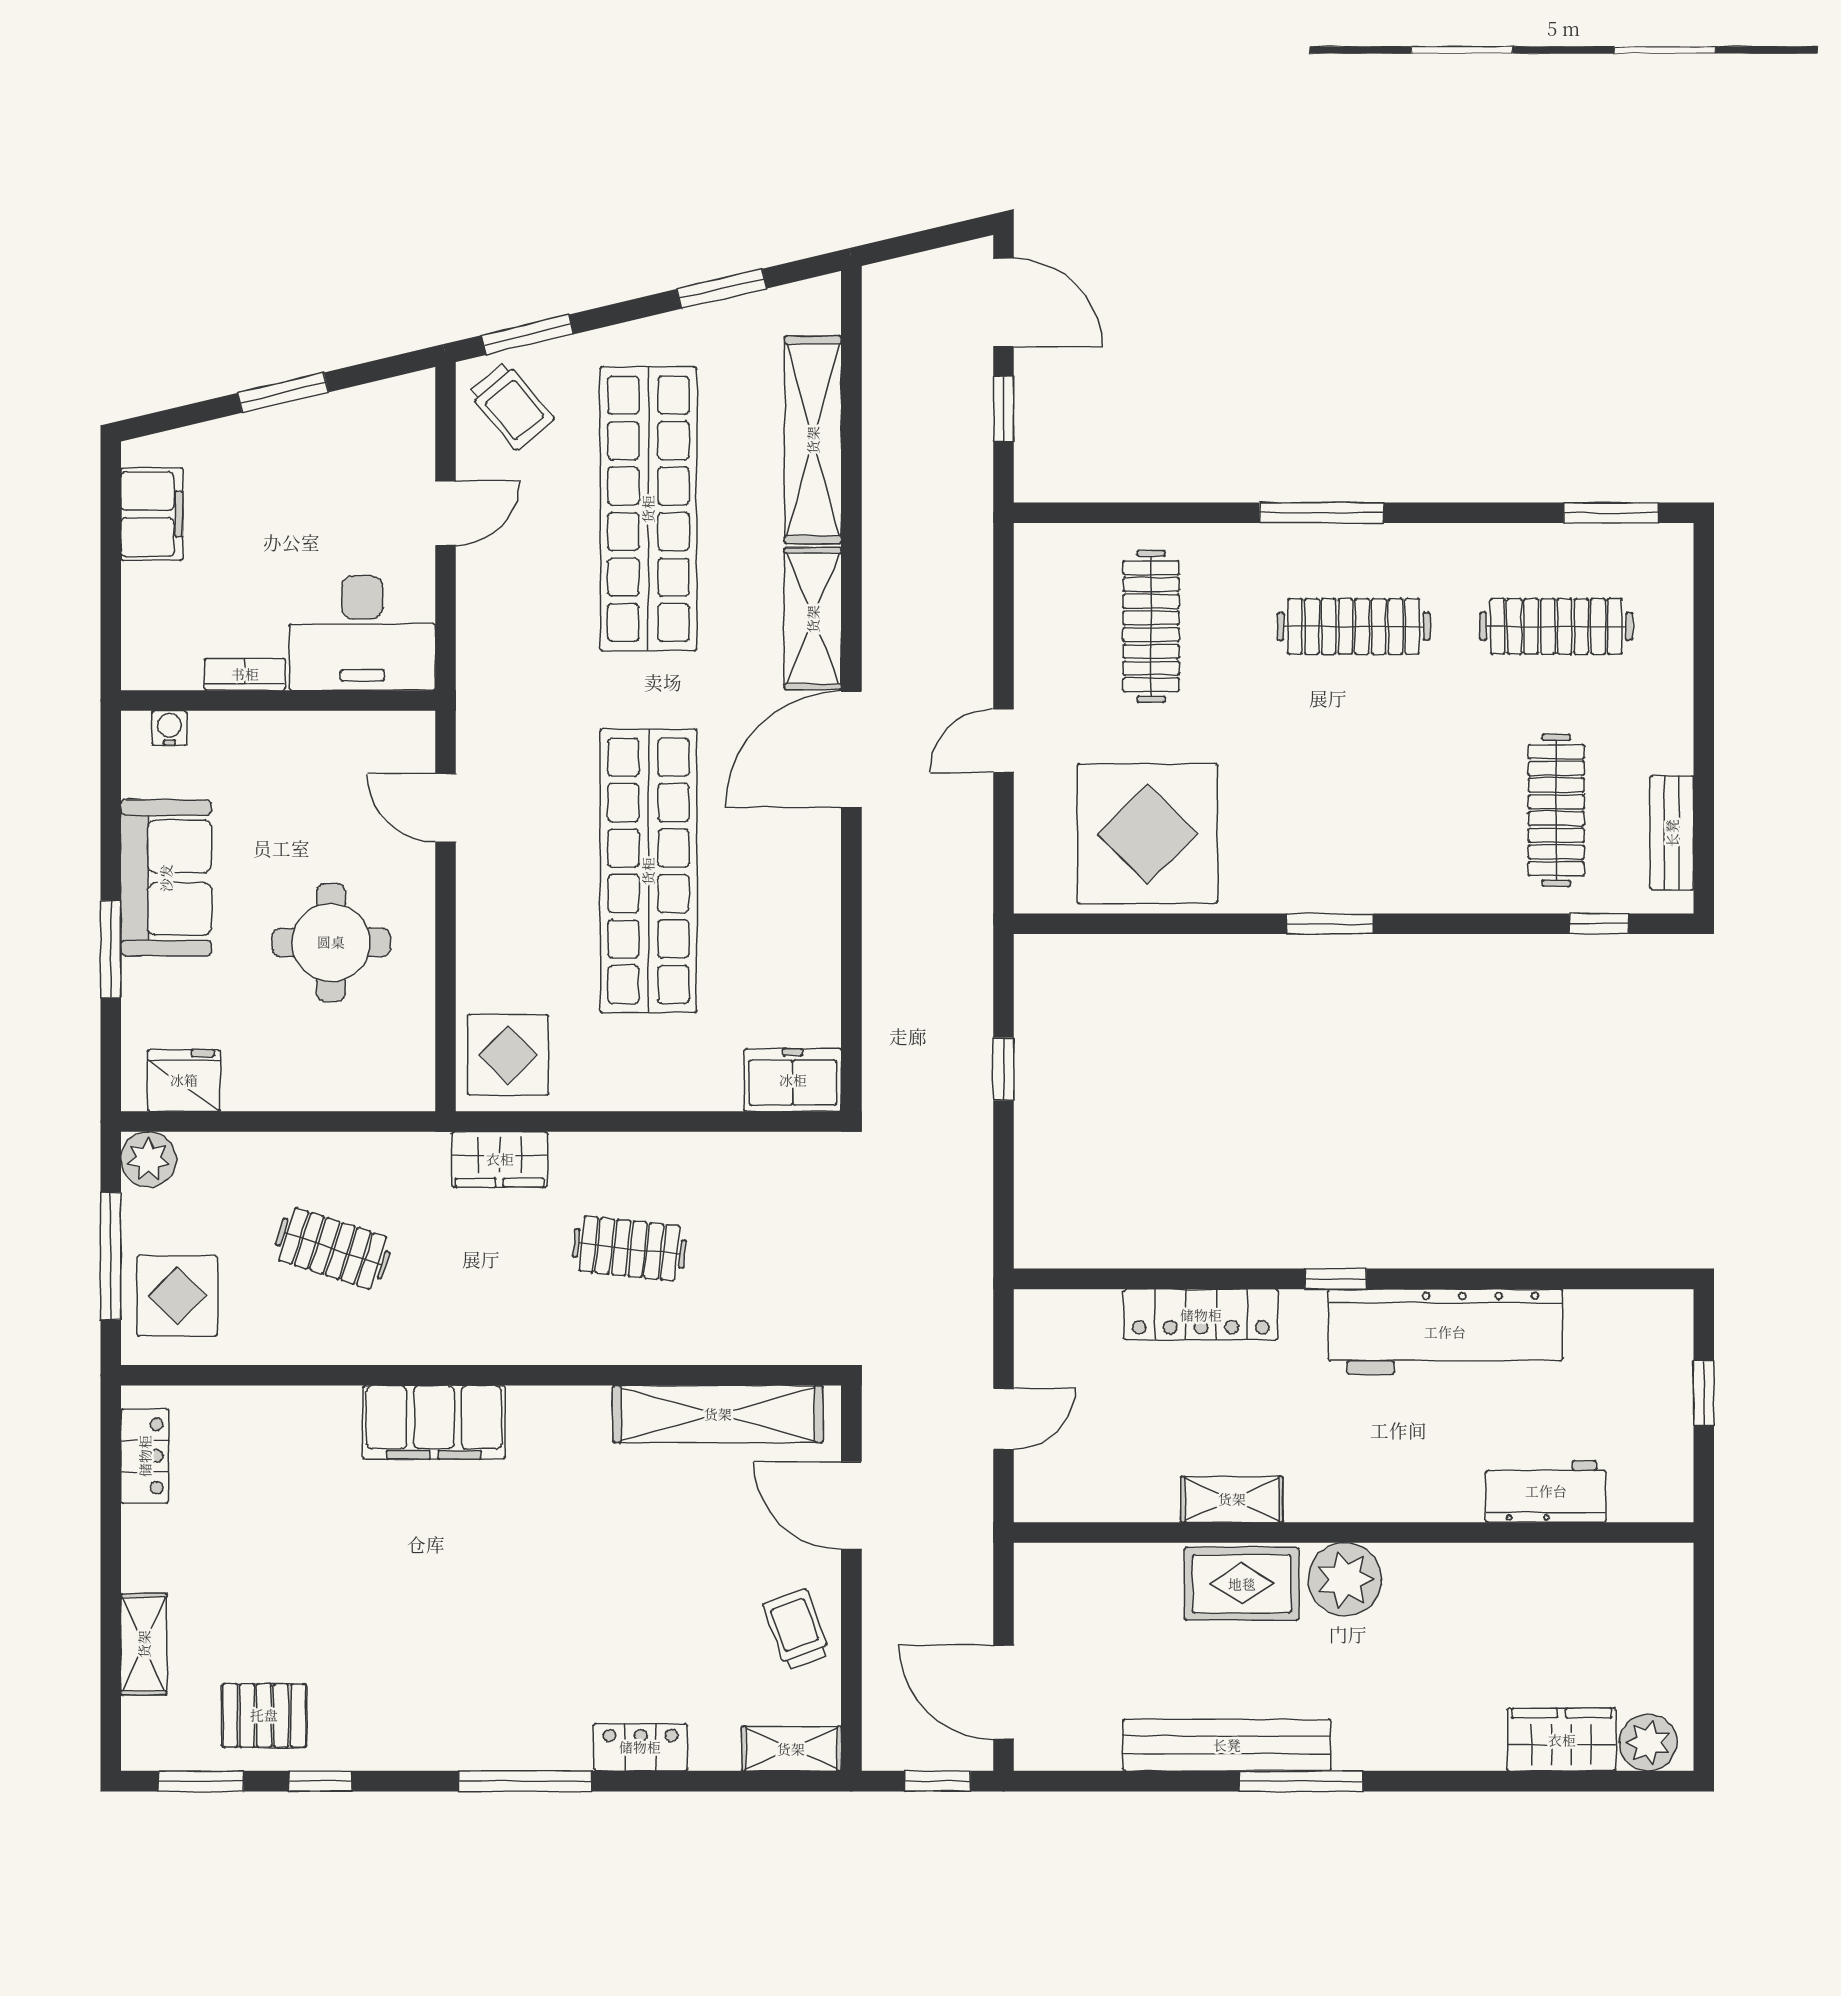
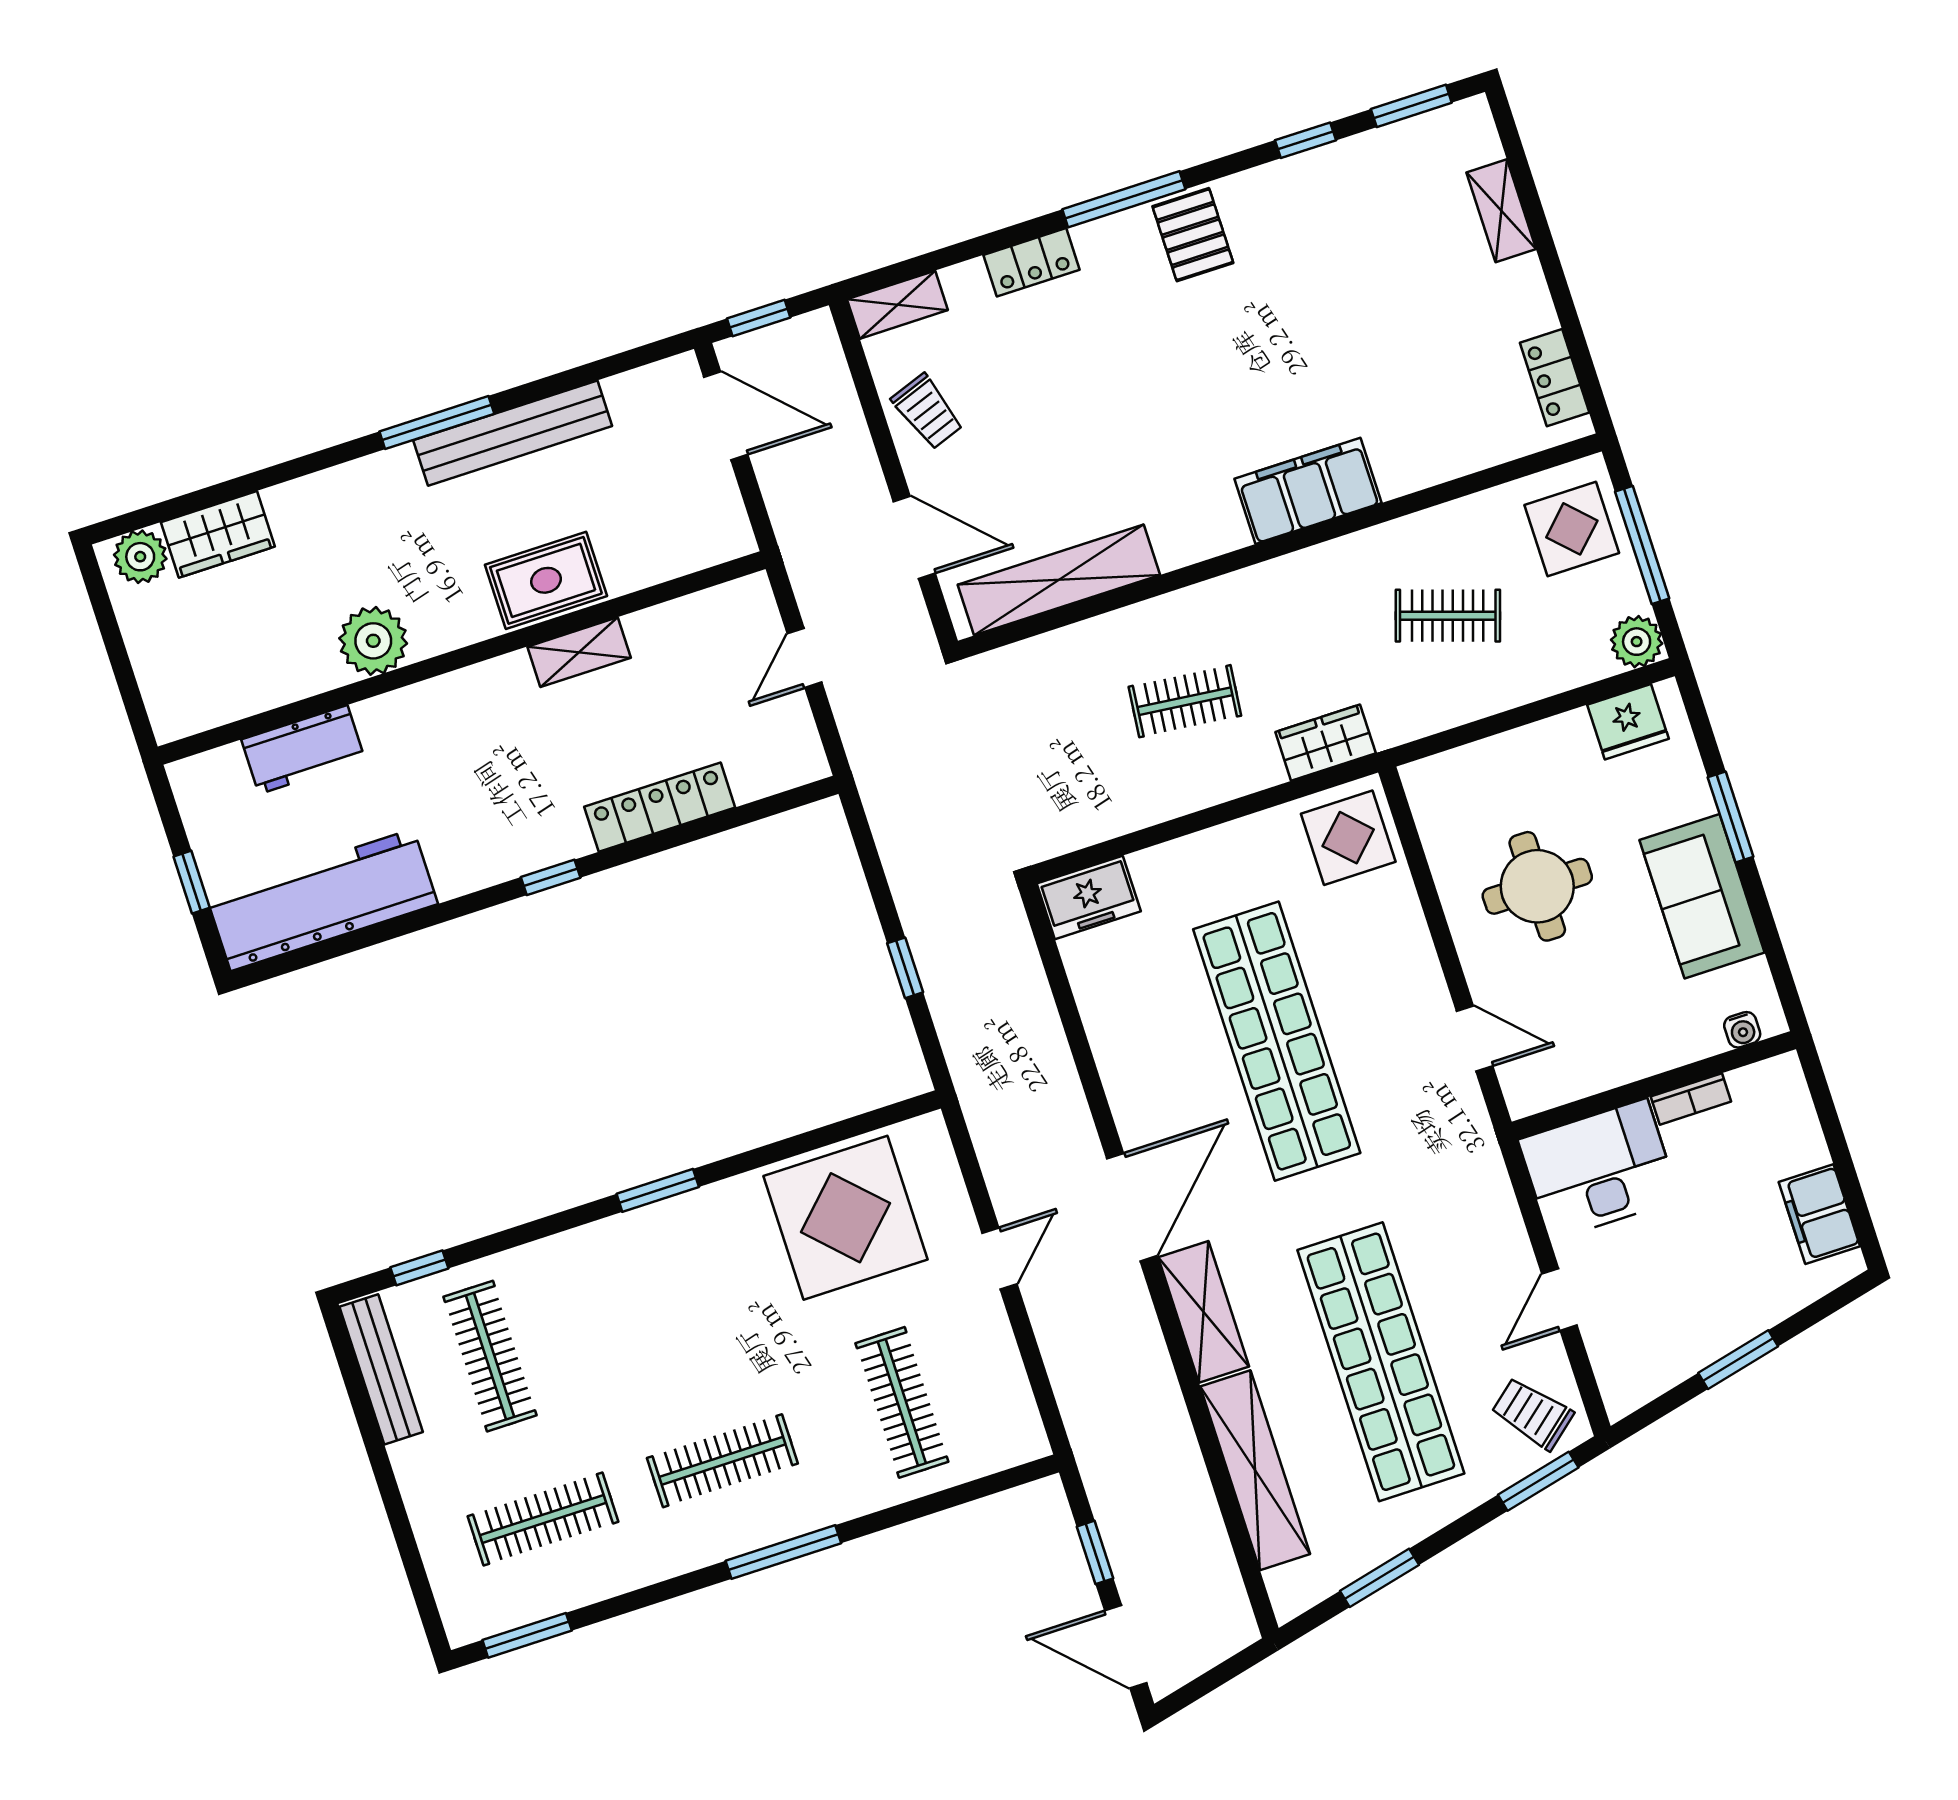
bench: (1672, 833) -> (381, 1369), width x1.36
workbench: (1445, 1332) -> (322, 900), moved
plant: (1345, 1579) -> (373, 641), moved
pallet: (264, 1715) -> (1193, 235), moved, turned 90

